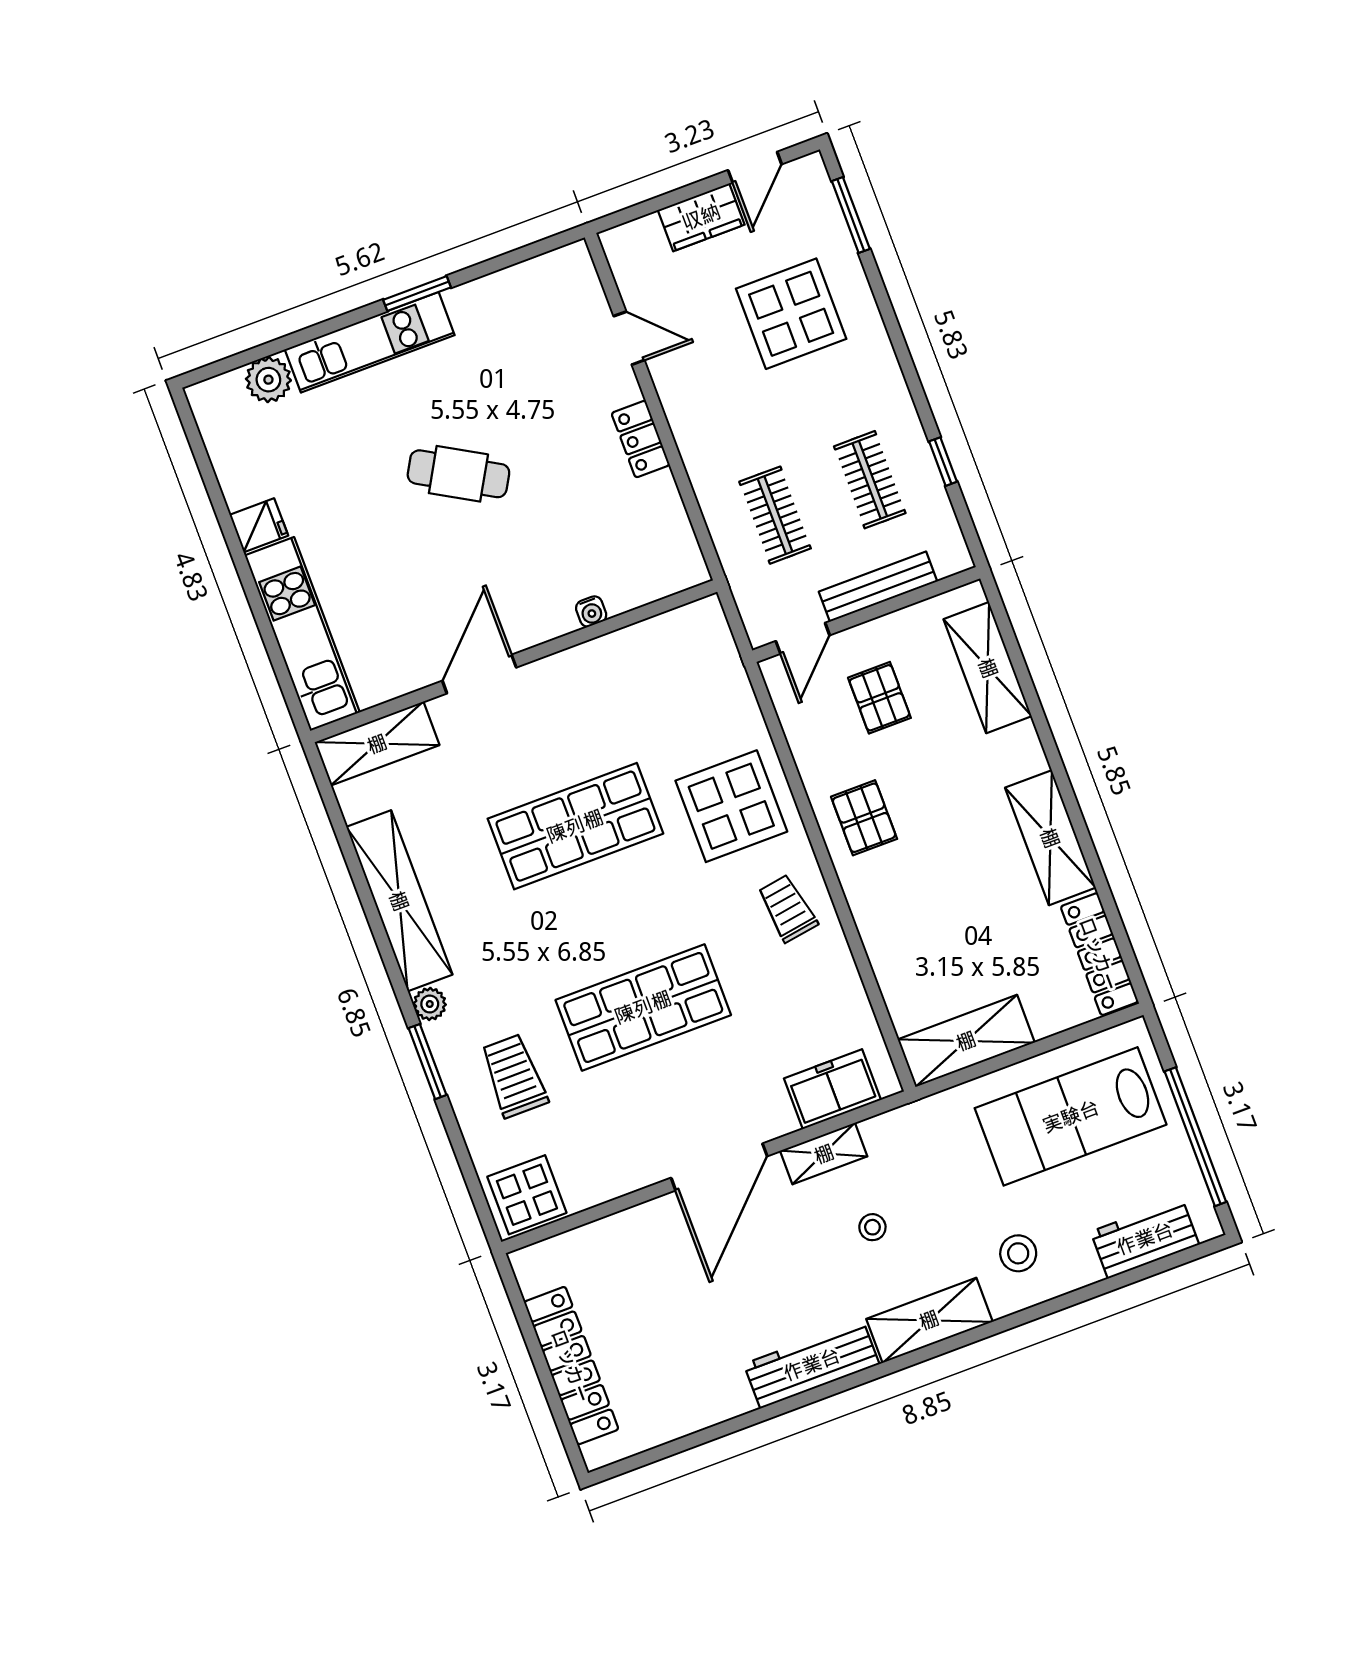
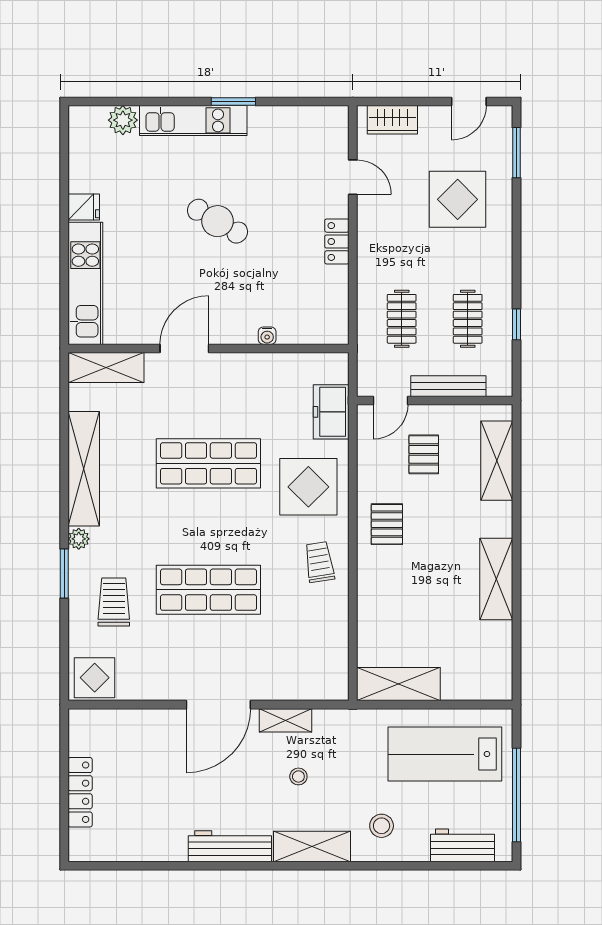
wardrobe: (701, 217) -> (392, 120), moved
locker: (1099, 954) -> (500, 661), removed
freezer: (832, 1089) -> (331, 412), moved, turned -90
locker: (571, 1366) -> (80, 792), width x0.71, depth x0.83

